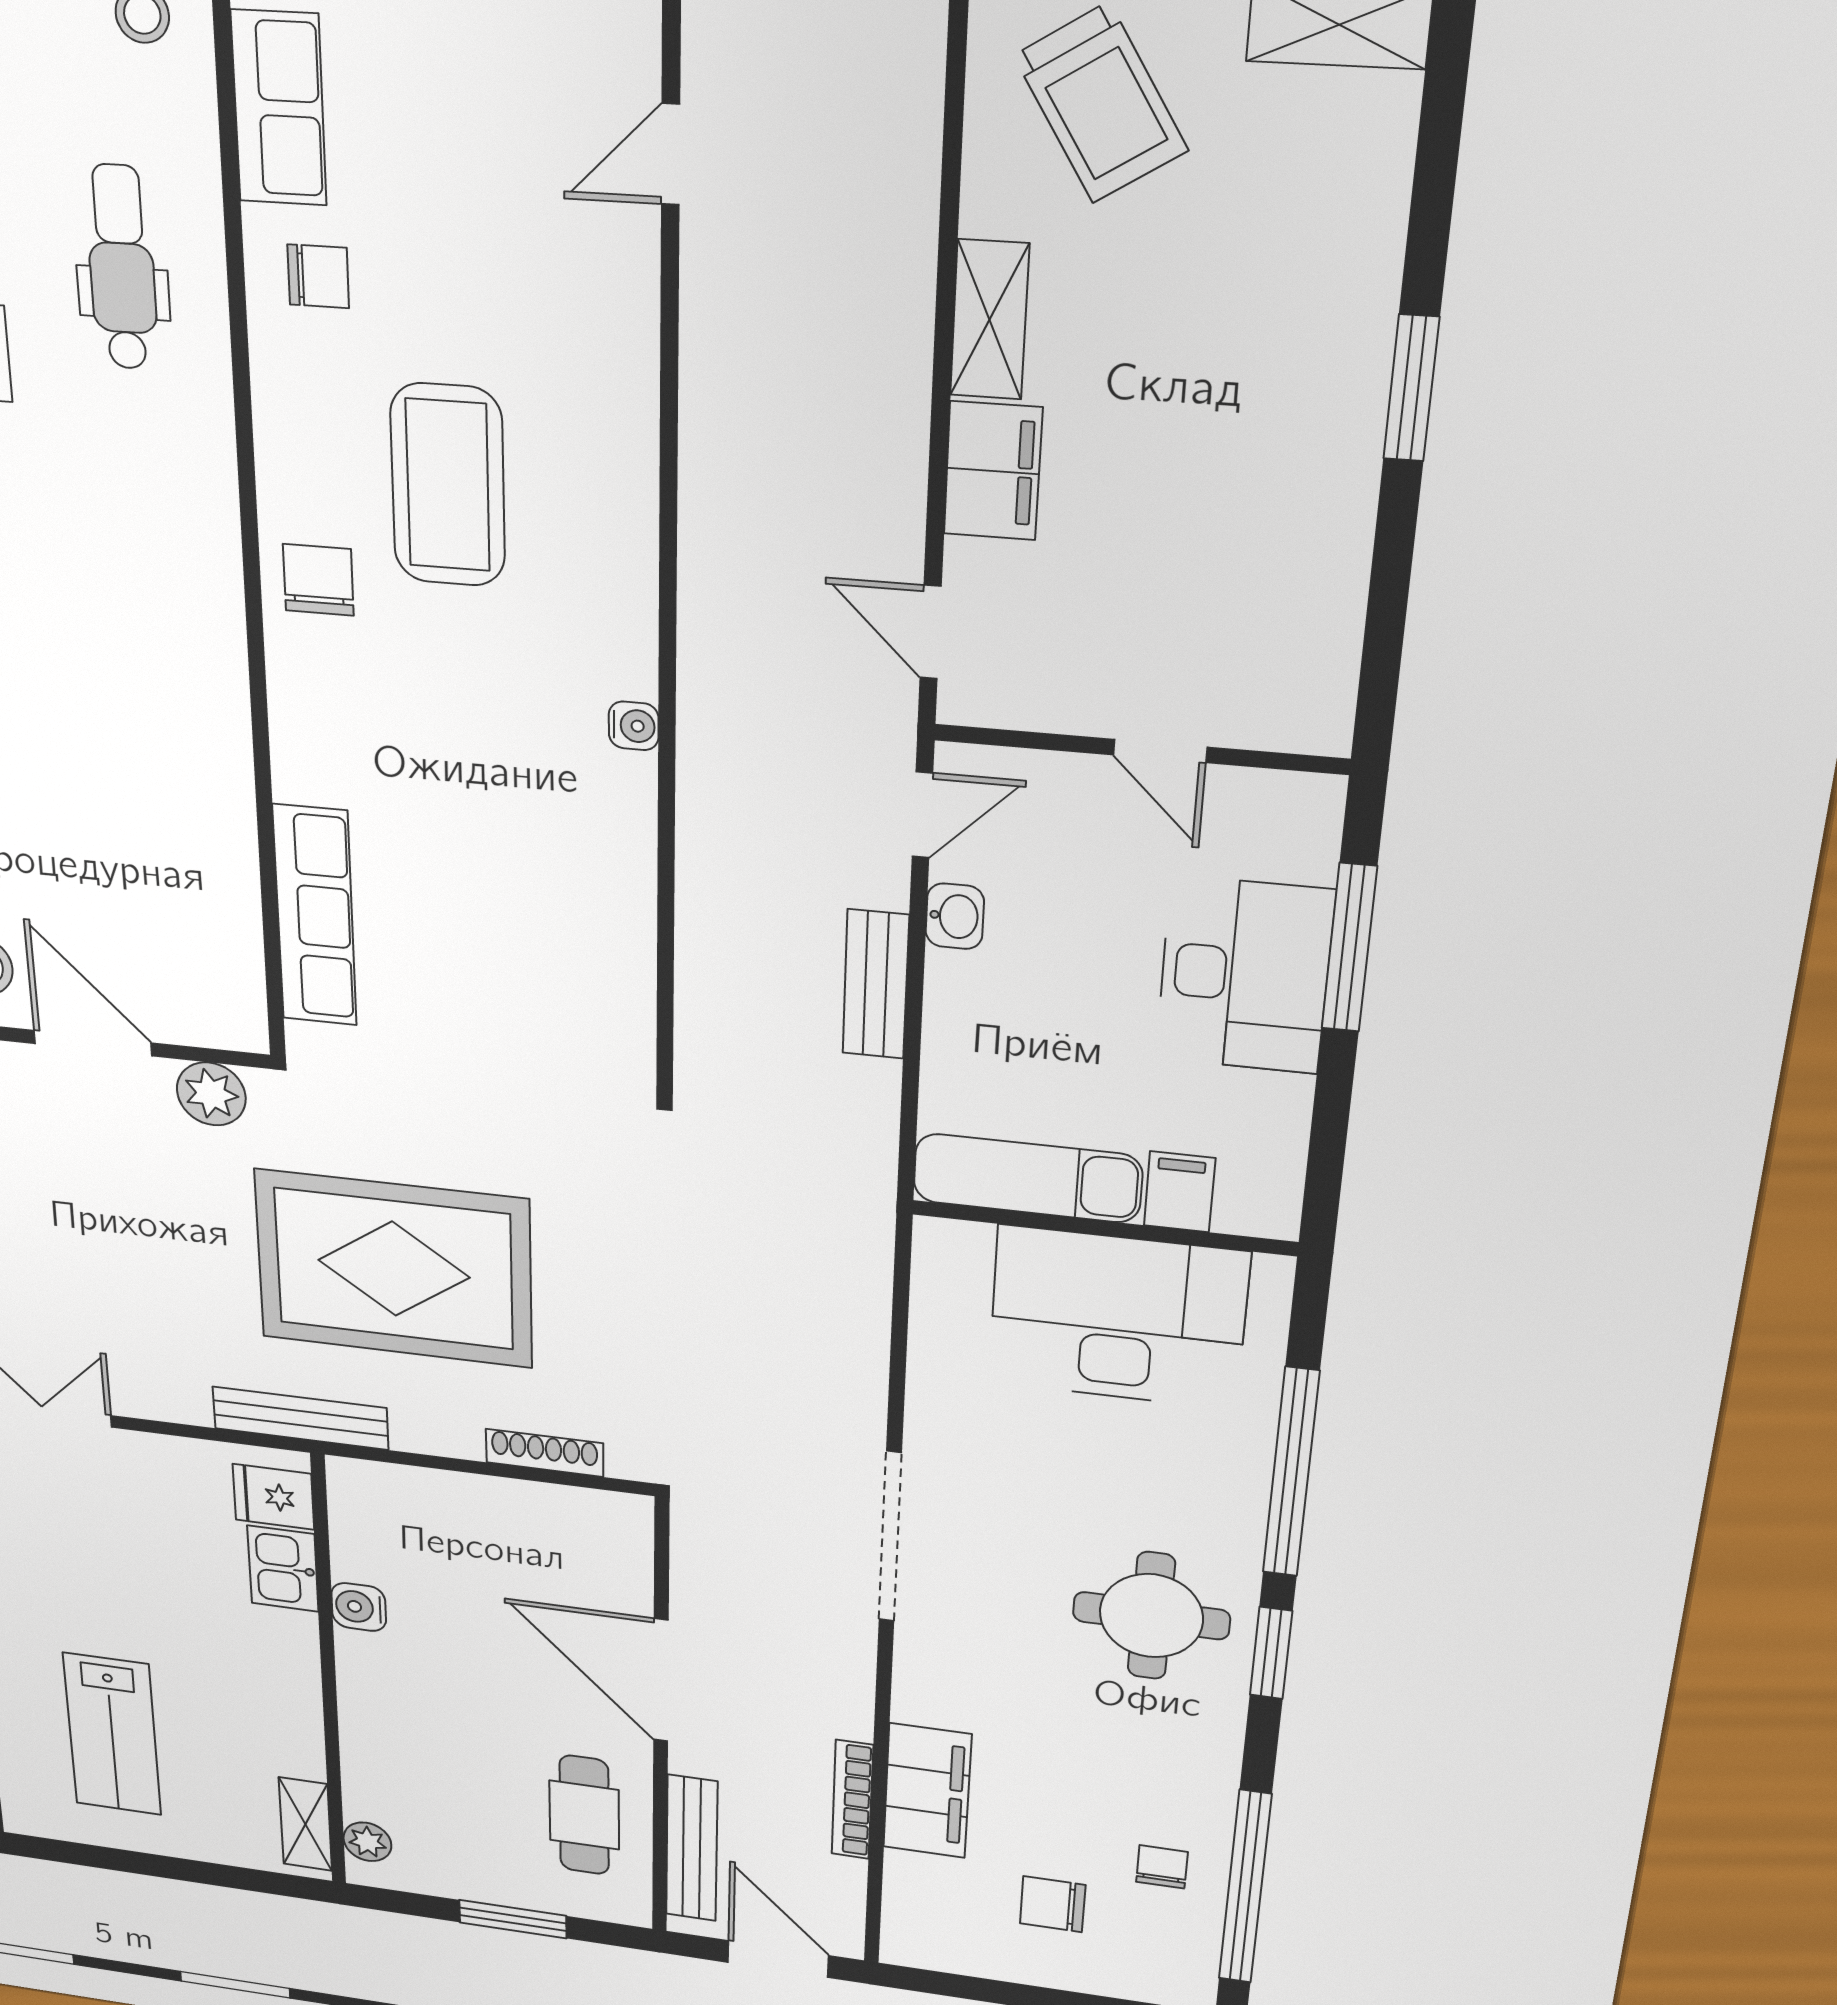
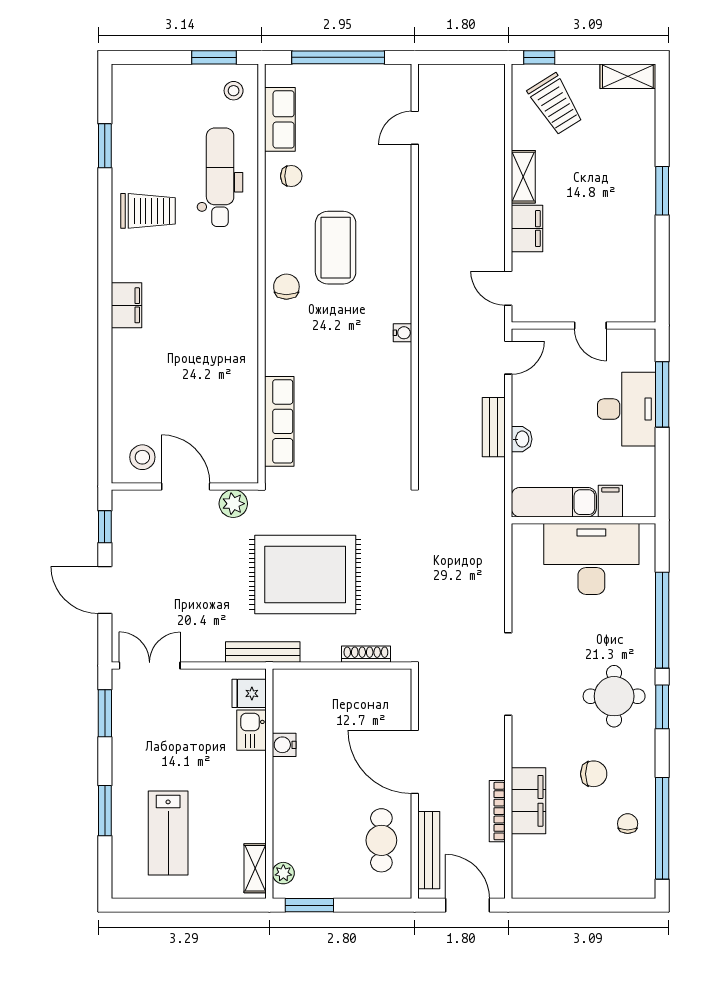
dental chair: (122, 268) -> (220, 177), width x1.36, depth x1.38
washbasin: (955, 916) -> (522, 439), moved
chair: (1053, 1904) -> (594, 774), moved, turned 180
window: (513, 1919) -> (309, 905), moved

